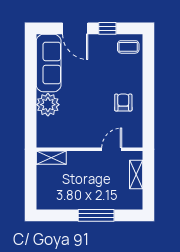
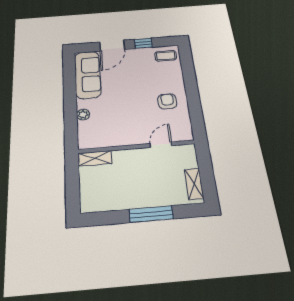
door: (75, 28) -> (112, 46), hinge flipped
plant: (48, 105) -> (83, 115), width x0.53, depth x0.53
shelving: (136, 174) -> (194, 184), moved

